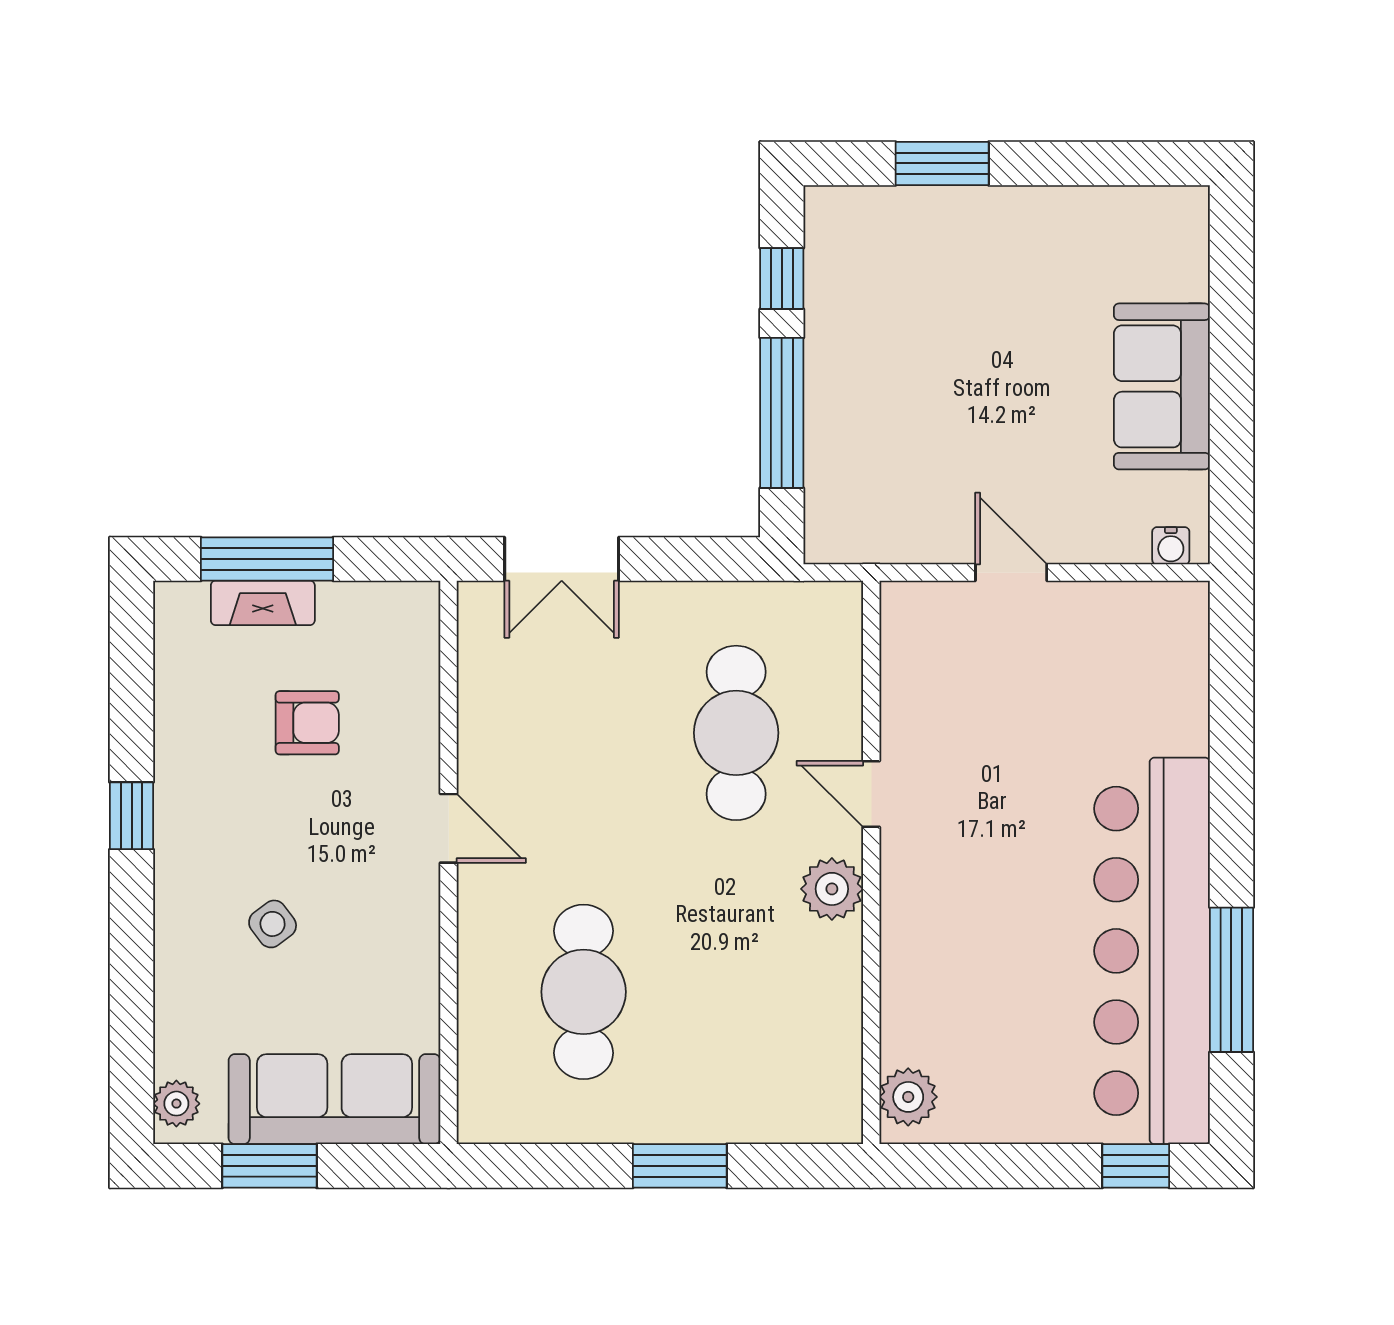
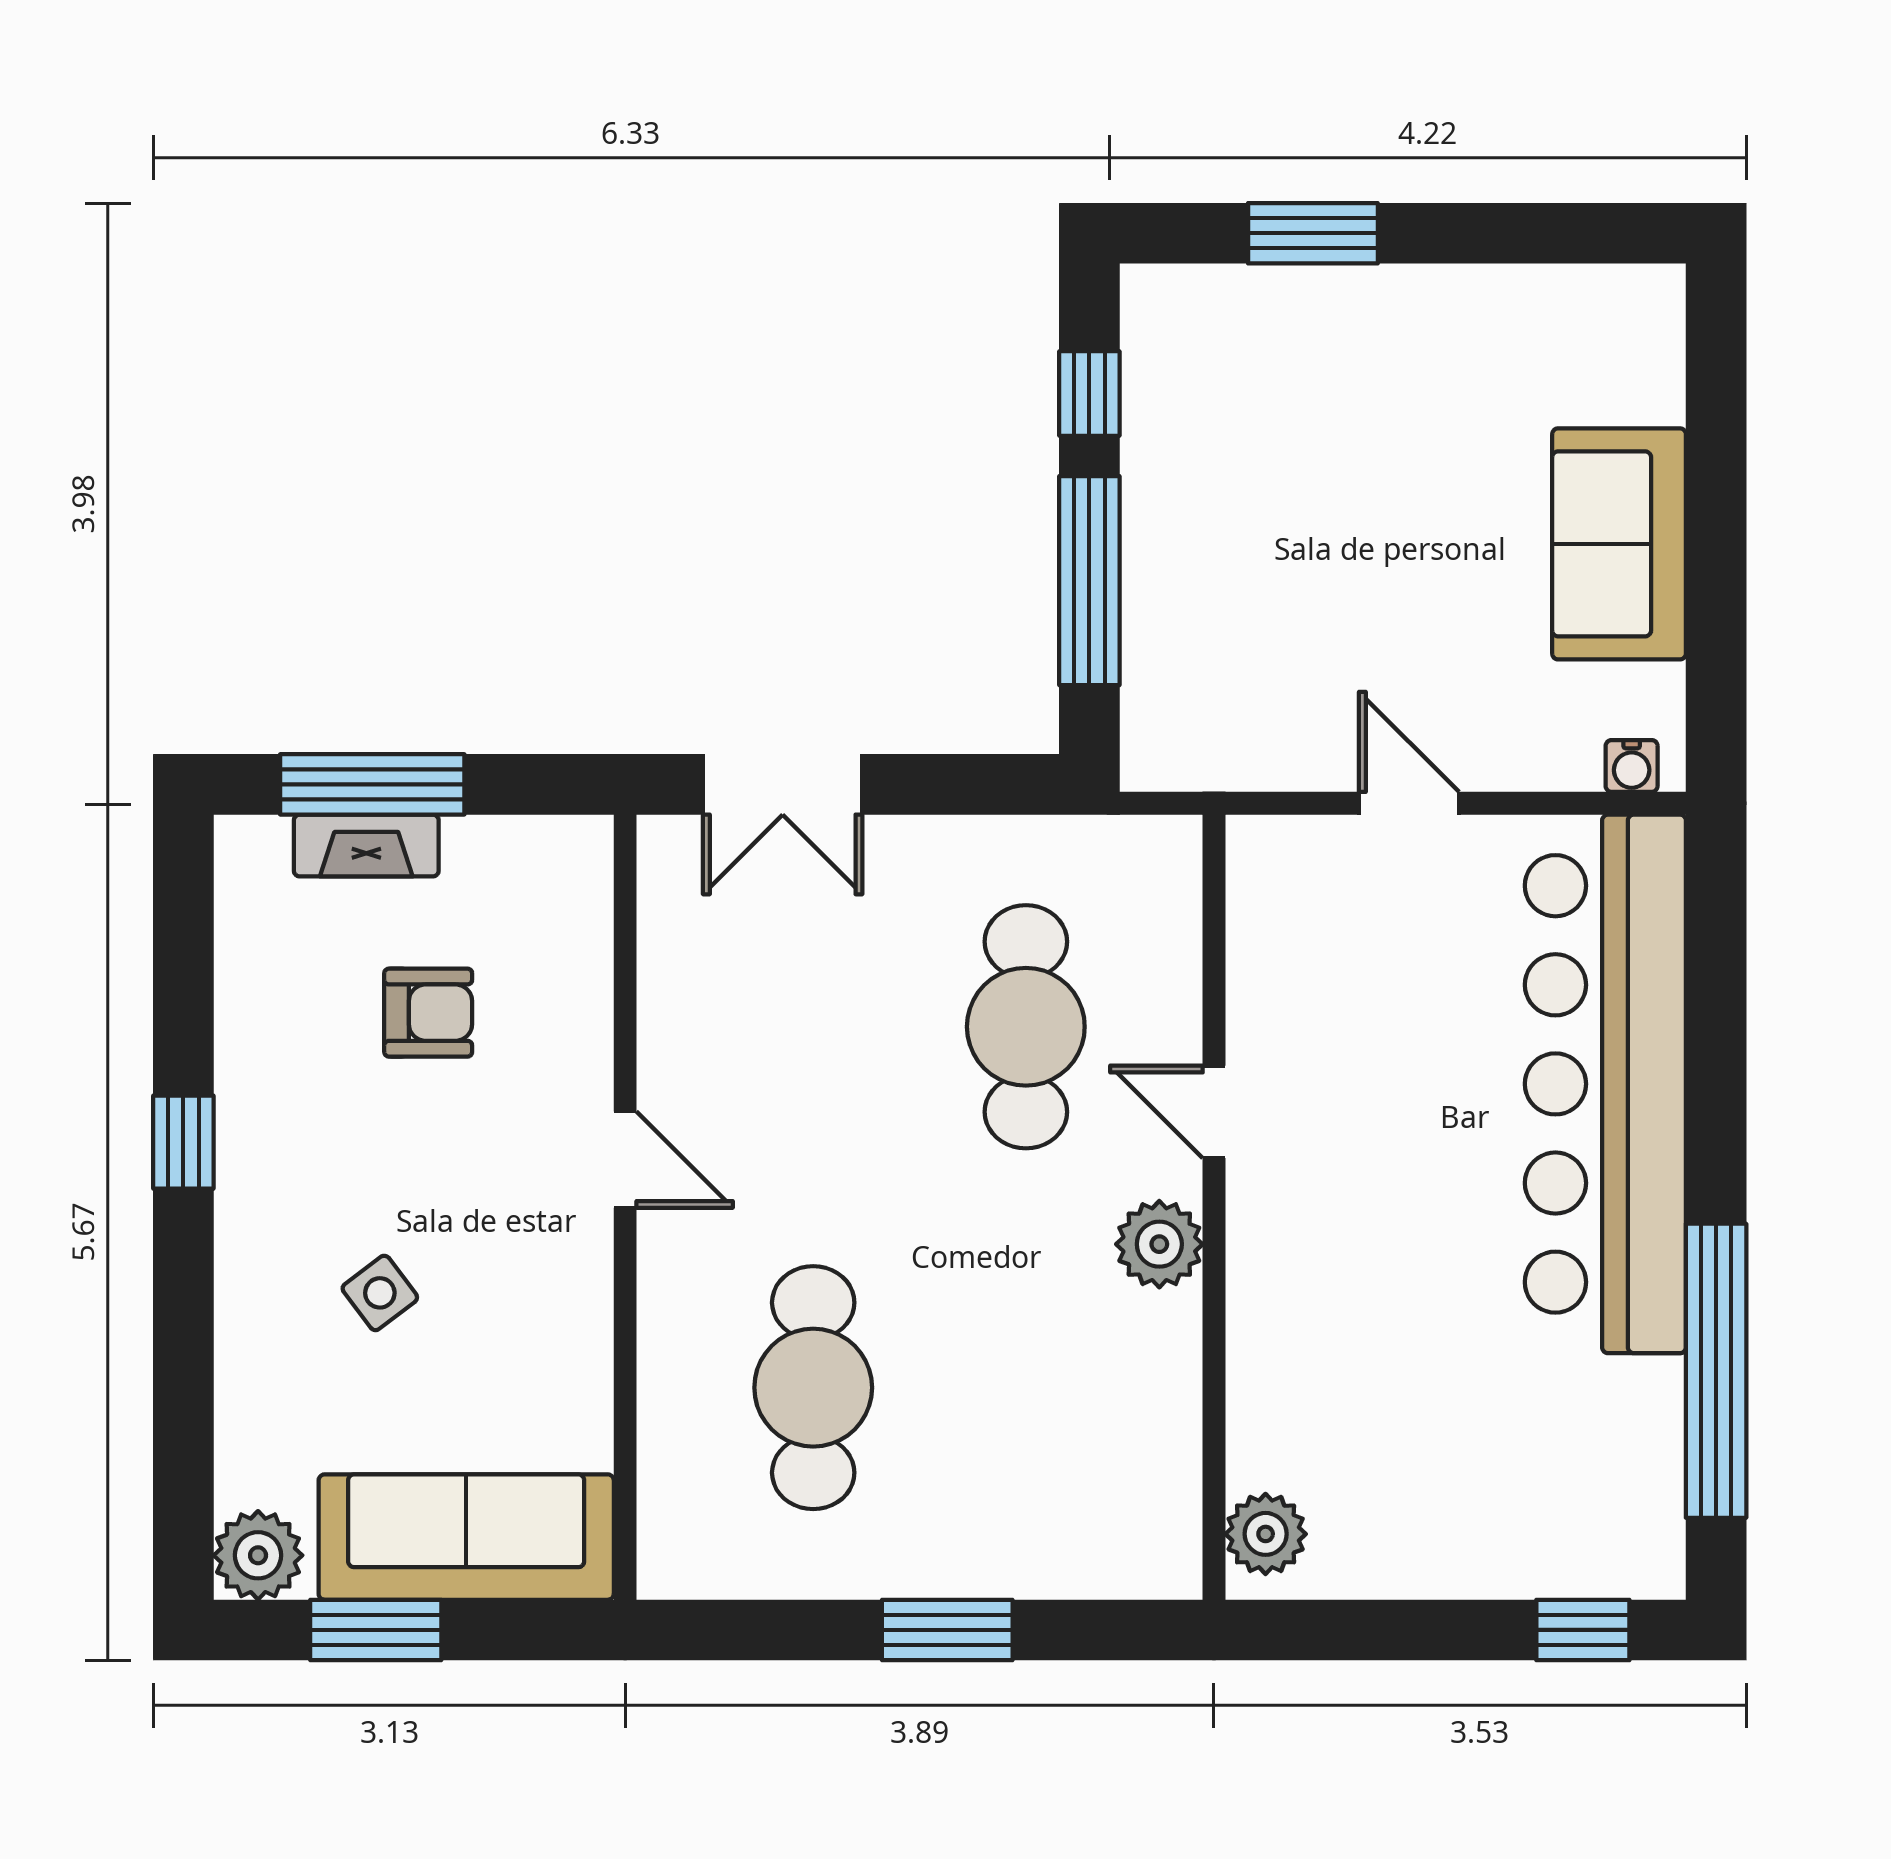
bar counter: (1152, 951) -> (1605, 1084), moved
window: (1231, 980) -> (1716, 1371), width x1.46
plant: (176, 1104) -> (258, 1555), width x1.38, depth x1.38

